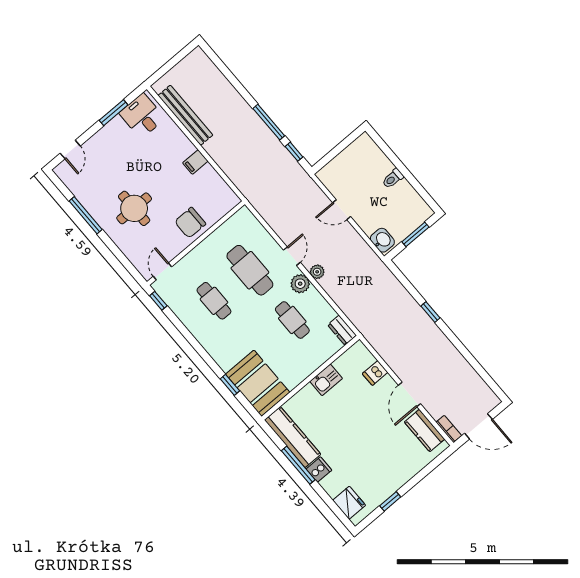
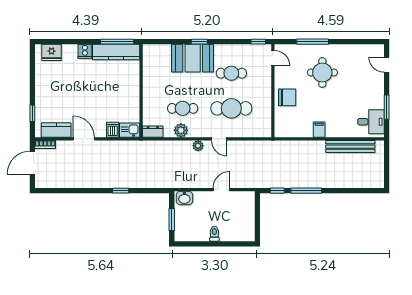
window: (86, 215) -> (313, 42), moved
chair: (190, 223) -> (287, 97), turned 90
plant: (300, 284) -> (181, 130), moved
kitchen sink: (326, 380) -> (130, 130), moved, turned 90
booth: (258, 383) -> (193, 58), moved
window: (230, 385) -> (199, 42), moved
window: (298, 465) -> (117, 42), moved
window: (390, 501) -> (32, 113), moved

